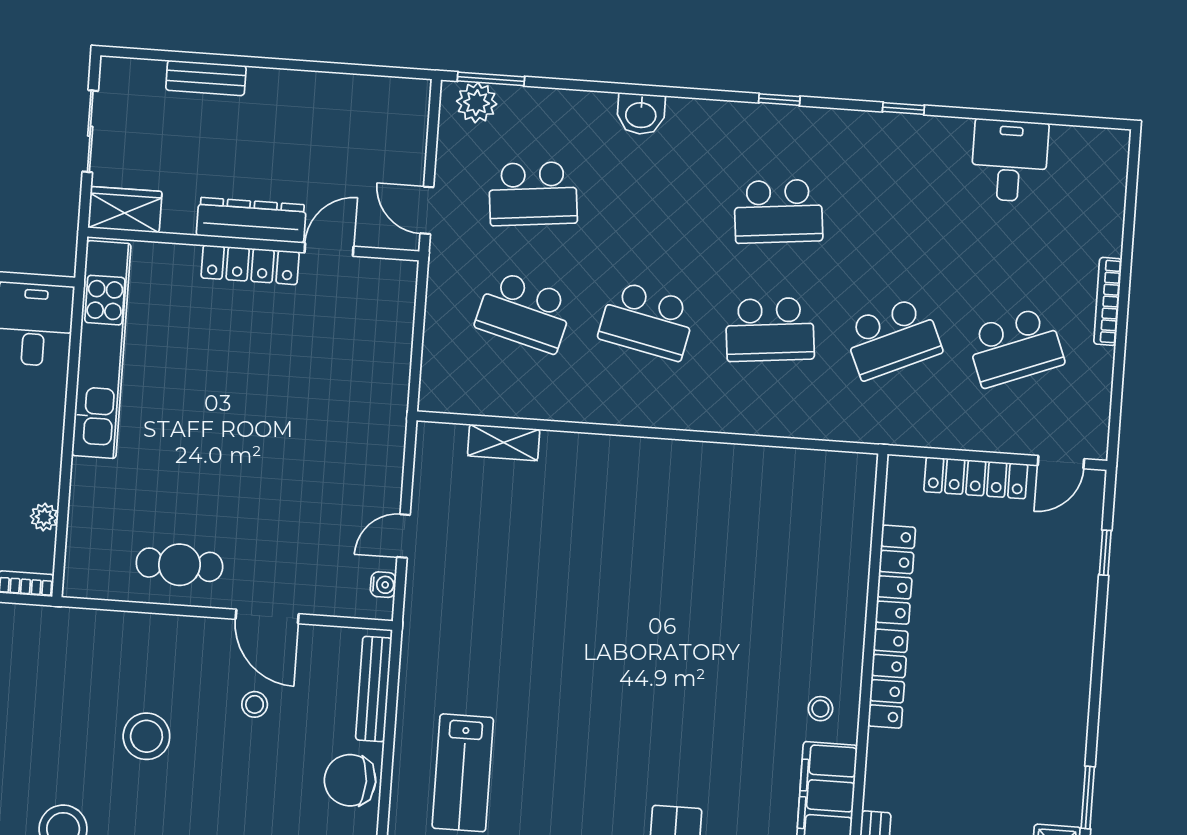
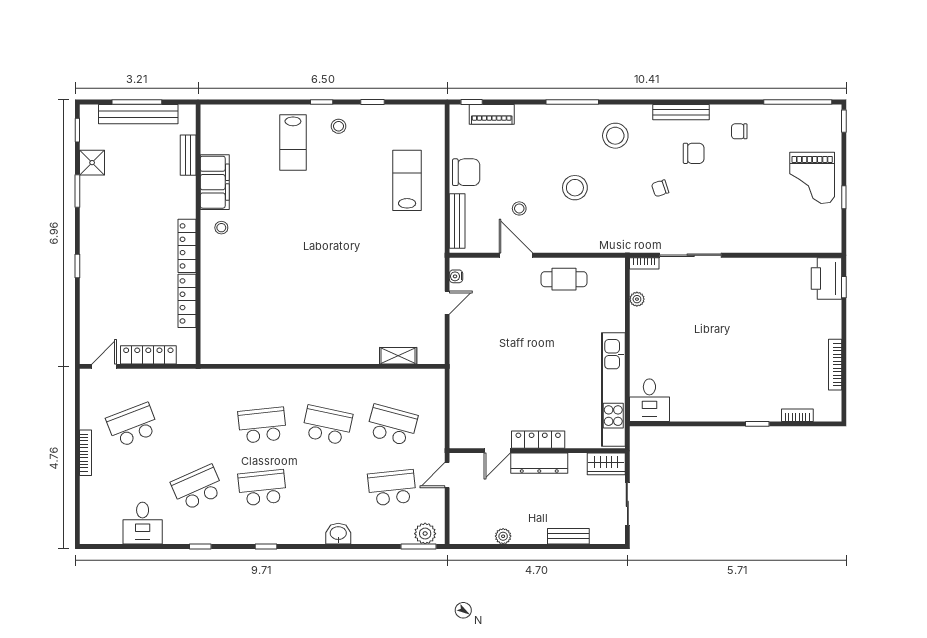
plant: (329, 87) -> (503, 536), added
door: (427, 210) -> (447, 475), swing flipped
school desk: (892, 338) -> (197, 488), moved
window: (1105, 553) -> (77, 266), moved

